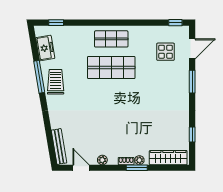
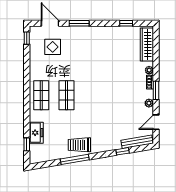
freezer: (45, 48) -> (36, 133), moved, turned 100
shop shelf: (111, 67) -> (67, 95), width x0.70, depth x0.74
window: (48, 130) -> (123, 151), added
window: (137, 168) -> (156, 90), moved

